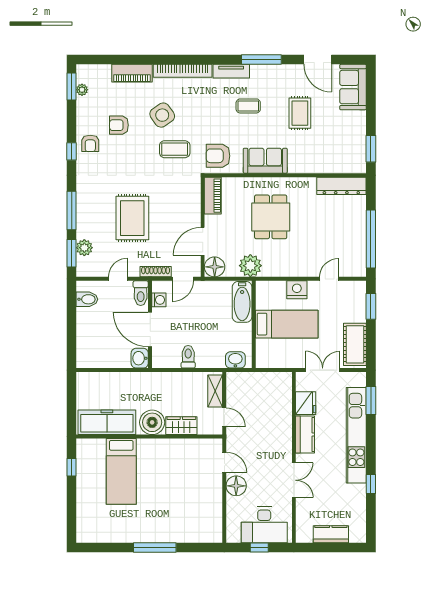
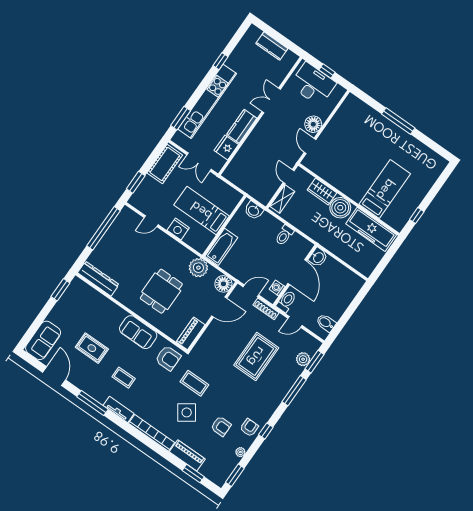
window: (114, 60) -> (193, 474), added
plant: (82, 90) -> (240, 452), moved
rug: (300, 113) -> (92, 348), turned 90

